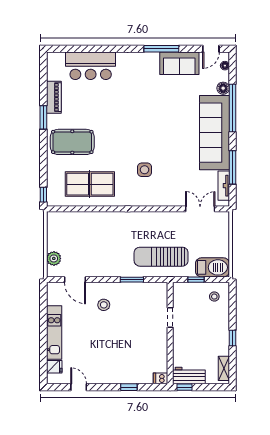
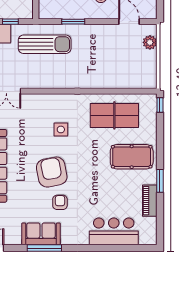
sofa: (179, 63) -> (41, 234), moved
armchair: (145, 95) -> (60, 202), added
armchair: (154, 126) -> (52, 172), added

